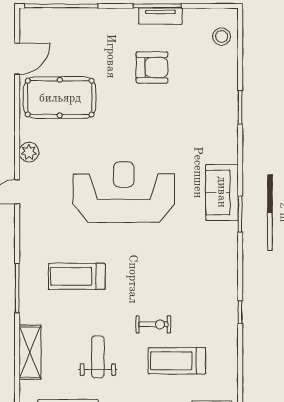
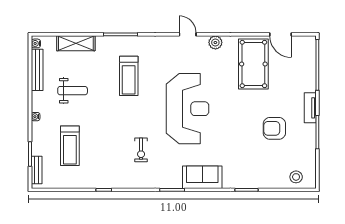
tv unit: (160, 16) -> (310, 108), moved
armchair: (152, 67) -> (274, 128), turned 90
sofa: (222, 192) -> (202, 177), moved
treadmill: (77, 276) -> (129, 76), turned 180
exercise bike: (153, 324) -> (141, 150), moved
treadmill: (177, 361) -> (70, 146), turned 180

